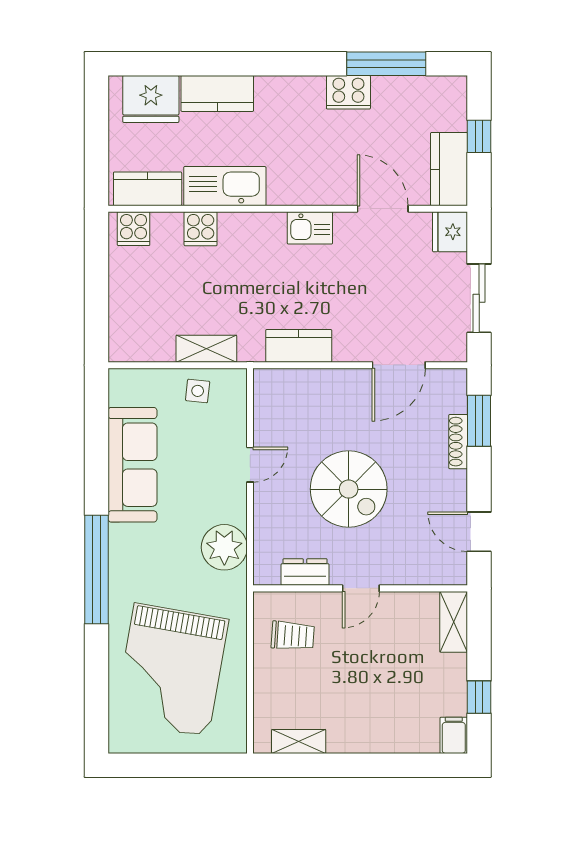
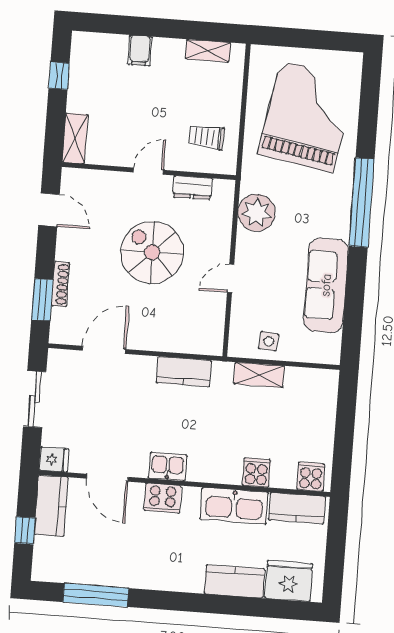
cooker: (348, 92) -> (163, 498), moved, turned 180
fridge: (450, 232) -> (54, 459), width x0.72
filing cabinet: (454, 735) -> (140, 51), moved

